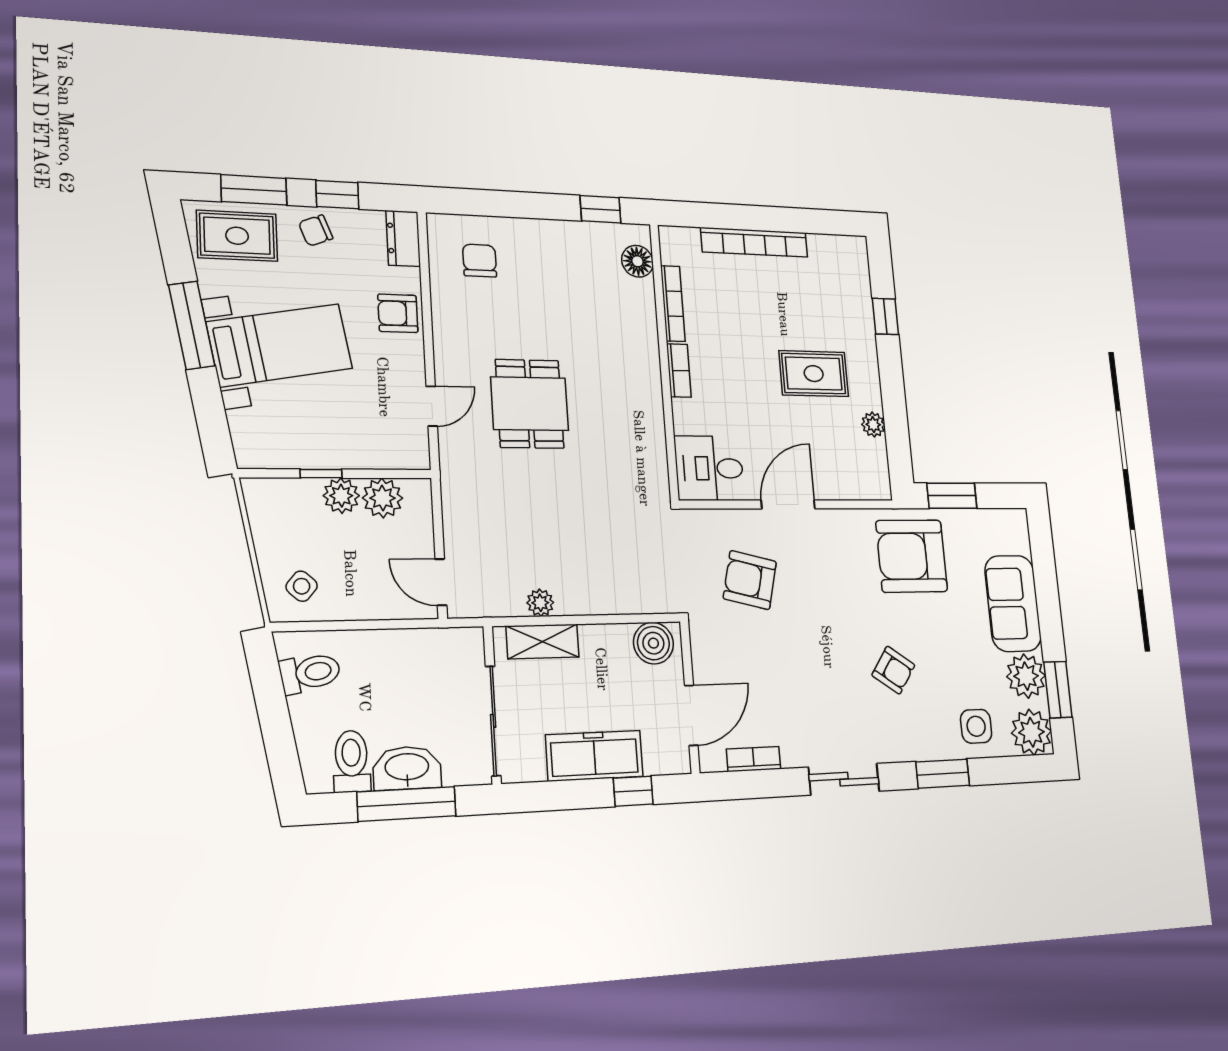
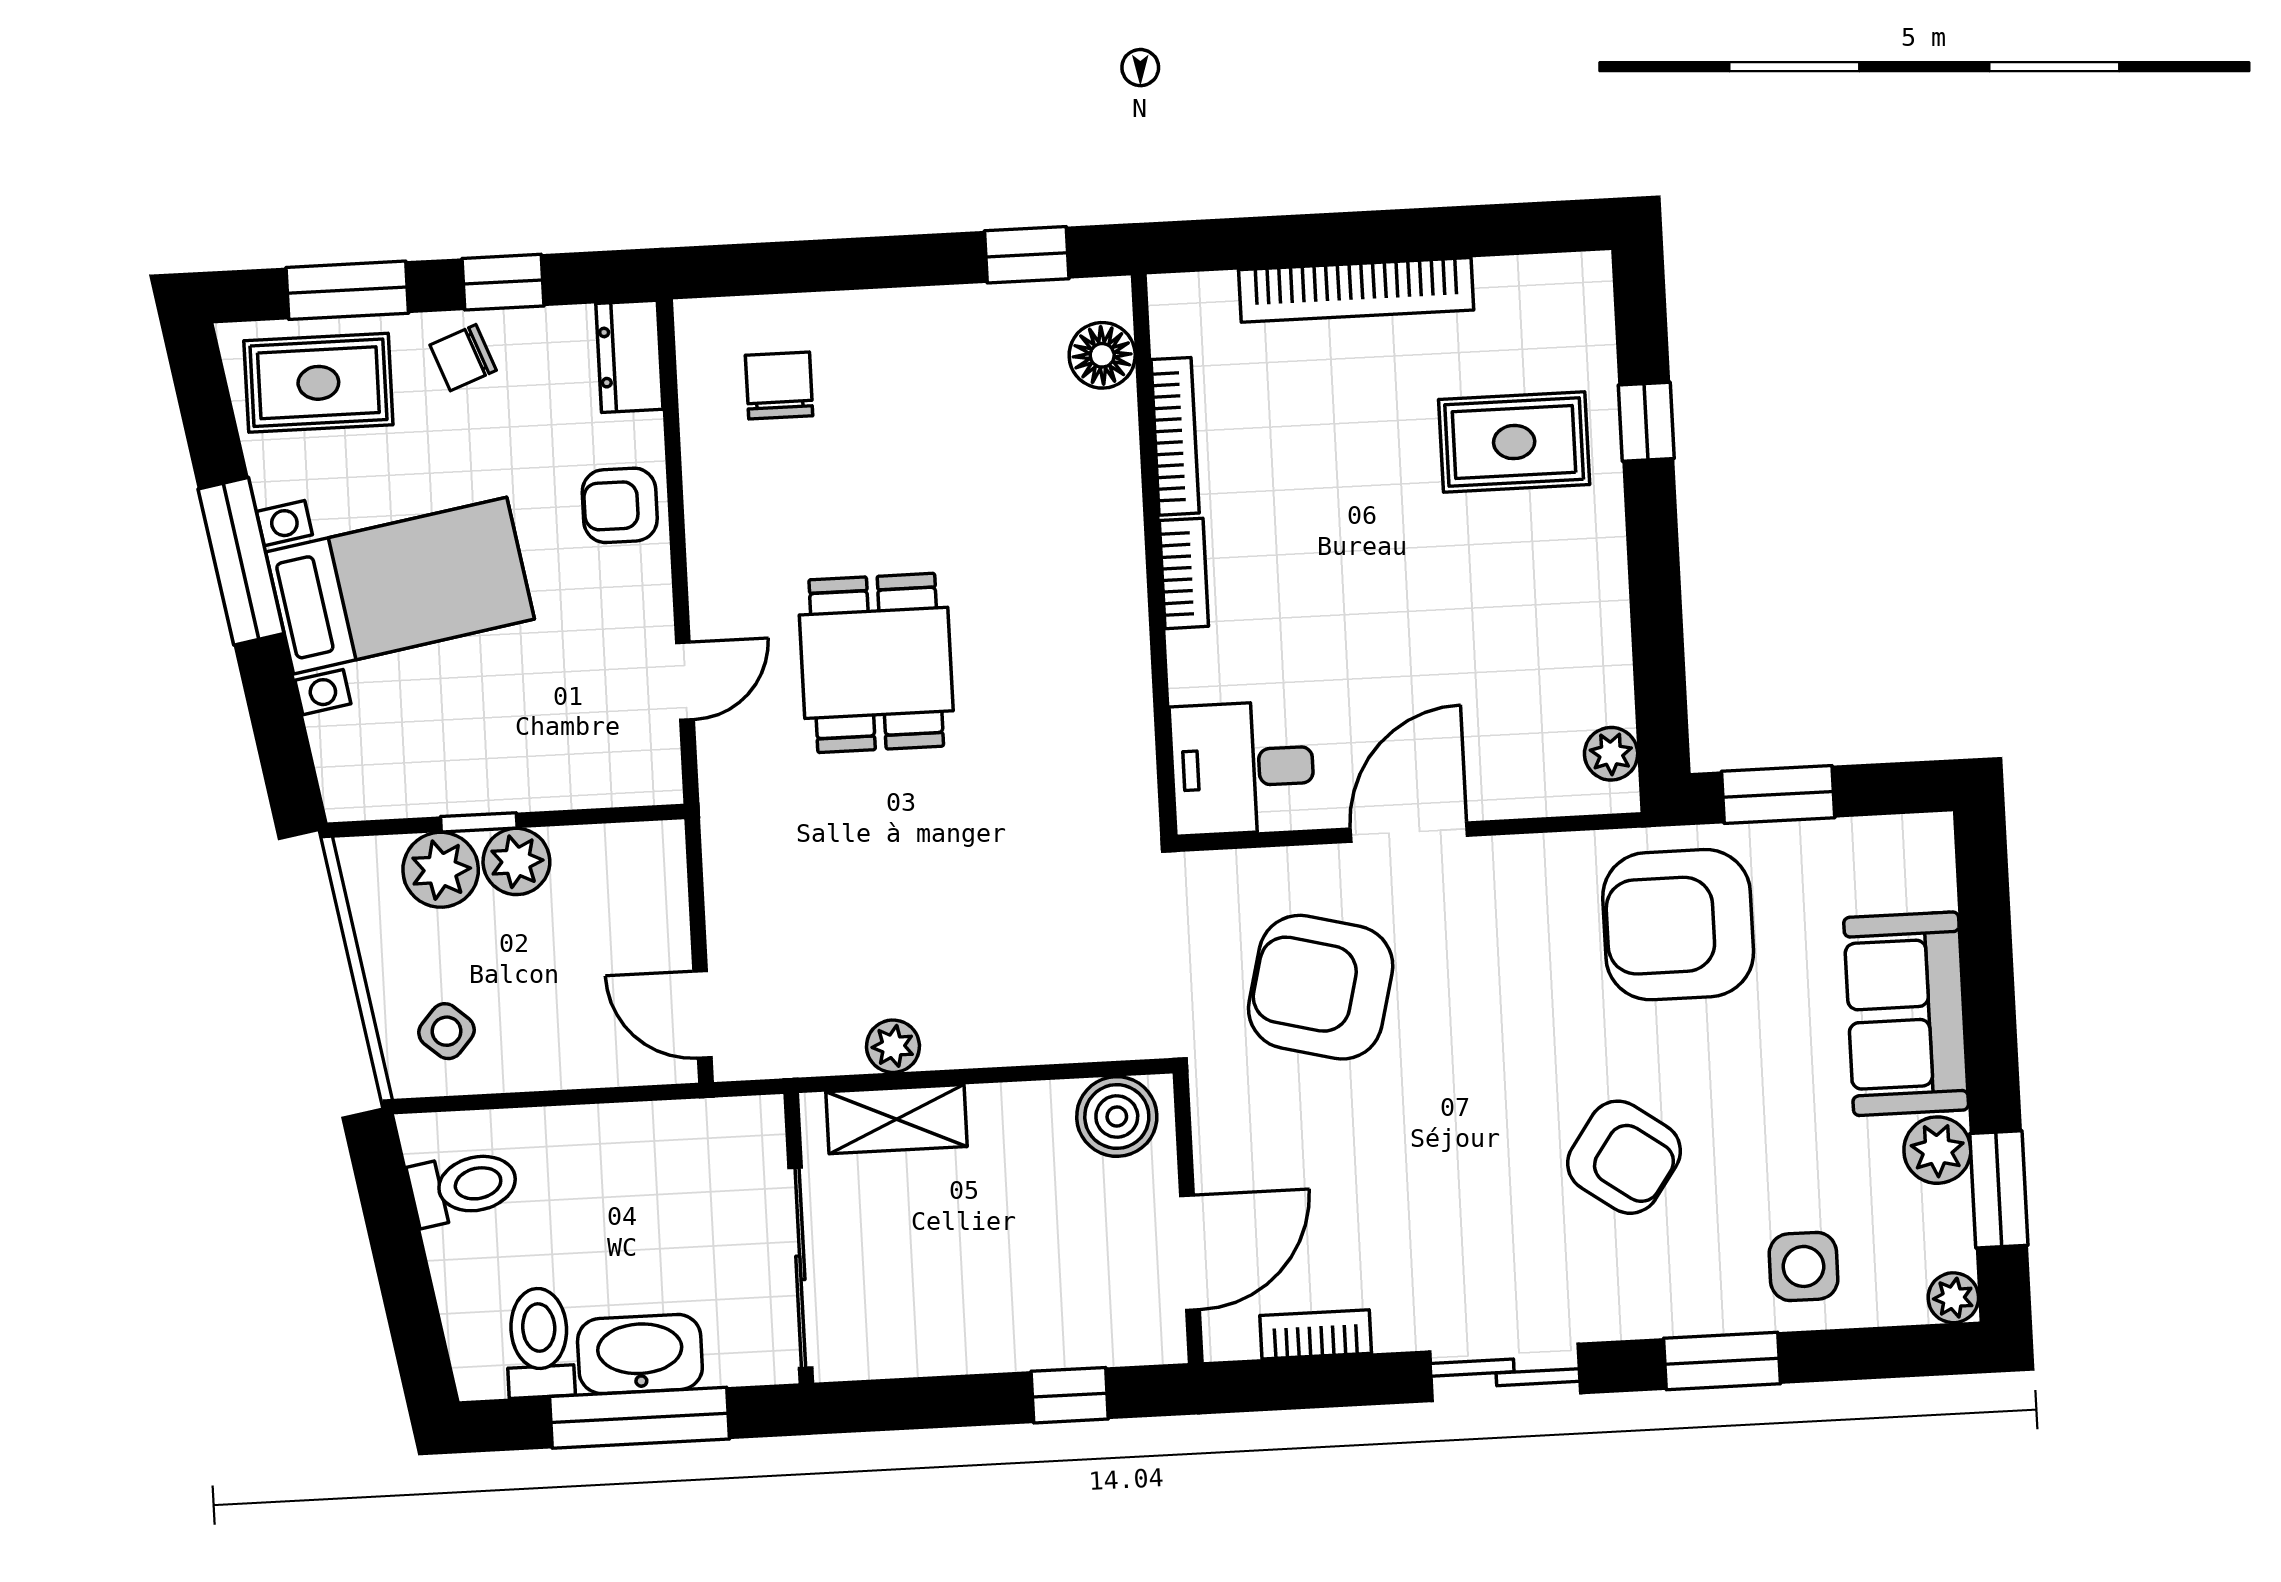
rug: (814, 374) -> (1514, 442), moved
plant: (873, 425) -> (1611, 754), moved
plant: (383, 498) -> (441, 870), moved
armchair: (750, 580) -> (1321, 987), width x1.36, depth x1.36
armchair: (893, 670) -> (1624, 1157), width x1.38, depth x1.38
plant: (1026, 676) -> (1937, 1150), width x0.73, depth x0.73
plant: (1031, 732) -> (1953, 1298), width x0.53, depth x0.53
freezer: (594, 756) -> (995, 1330), removed

